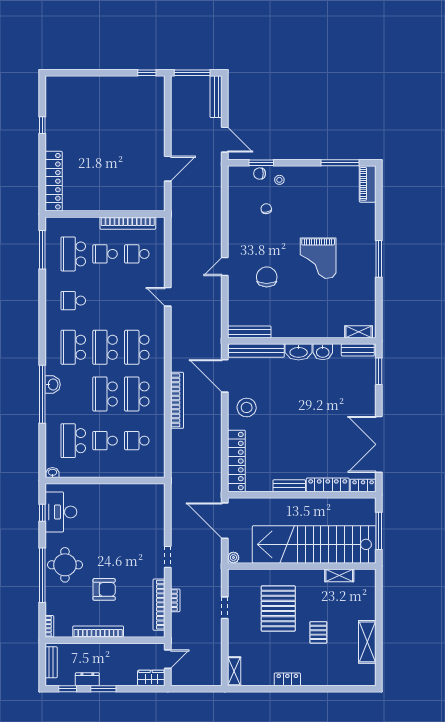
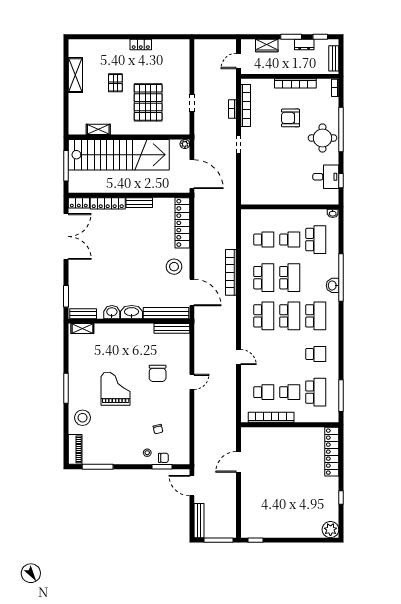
plant: (55, 86) -> (330, 530), added
stool: (359, 223) -> (83, 418), added
desk: (61, 512) -> (326, 177), width x0.73
shelving: (234, 671) -> (184, 51), removed
wardrobe: (151, 678) -> (267, 46), moved

